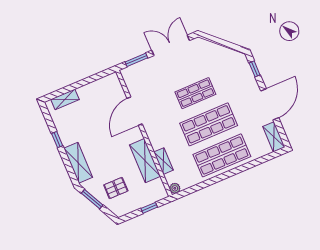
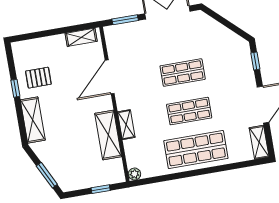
shelving: (65, 99) -> (81, 37), moved
shop shelf: (209, 124) -> (189, 111), width x0.70, depth x0.74
shelving: (164, 161) -> (126, 125), moved
pallet: (116, 188) -> (38, 78), moved
window: (92, 199) -> (47, 175), moved

